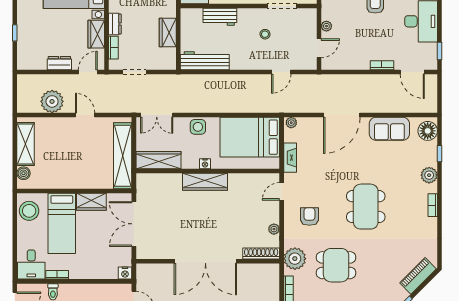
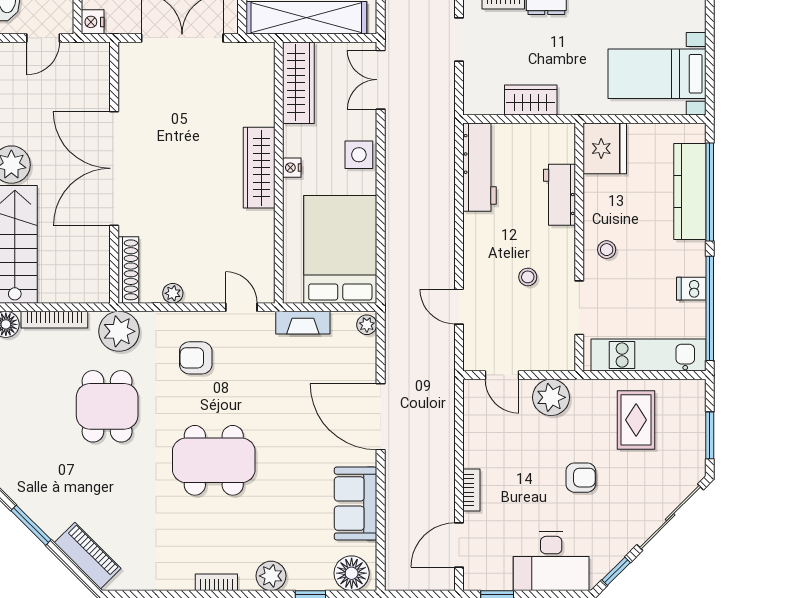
plant: (326, 26) -> (551, 397), width x1.87, depth x1.87
armchair: (309, 216) -> (196, 358), turned 180

